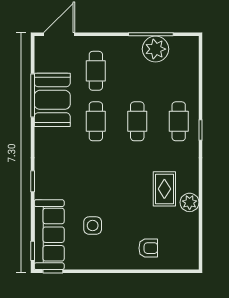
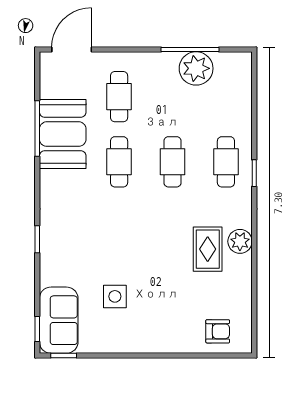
plant: (190, 202) -> (240, 241), moved
sofa: (49, 235) -> (59, 320), width x0.73
armchair: (148, 248) -> (218, 331), moved

